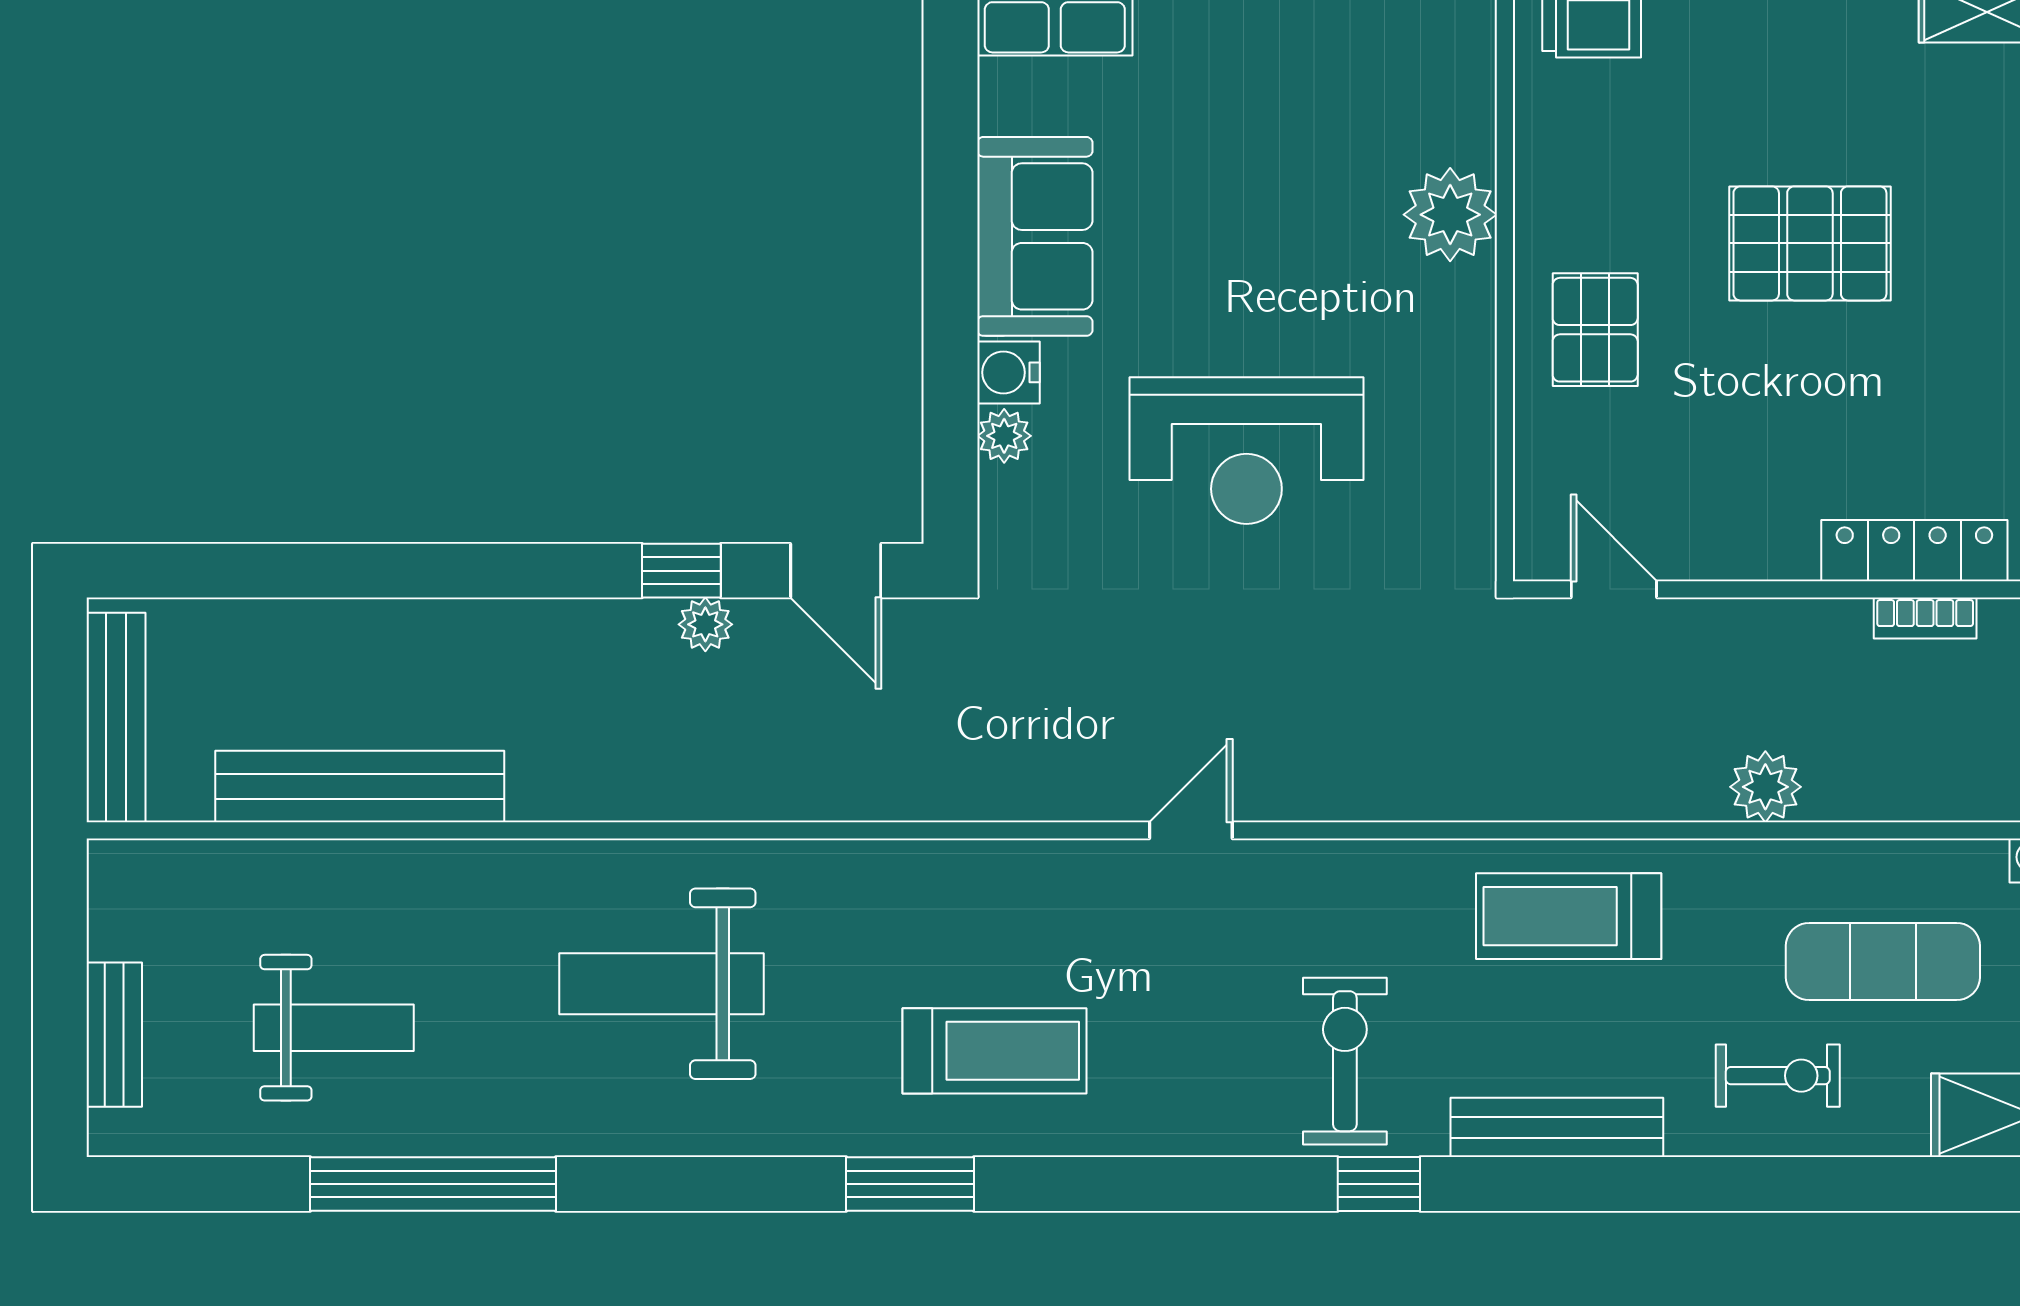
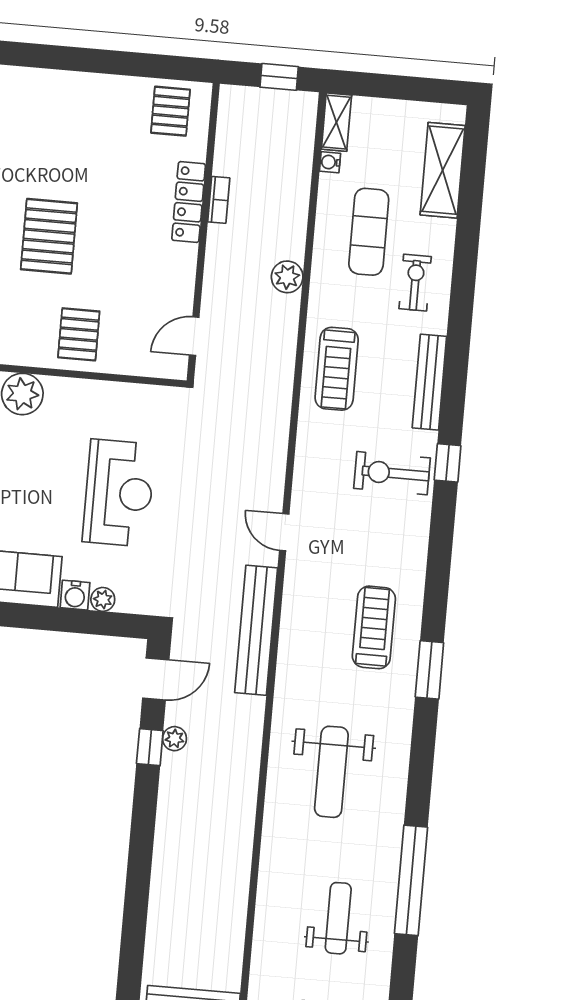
pallet: (1595, 330) -> (79, 334), turned 90
bench: (360, 787) -> (256, 630), moved

